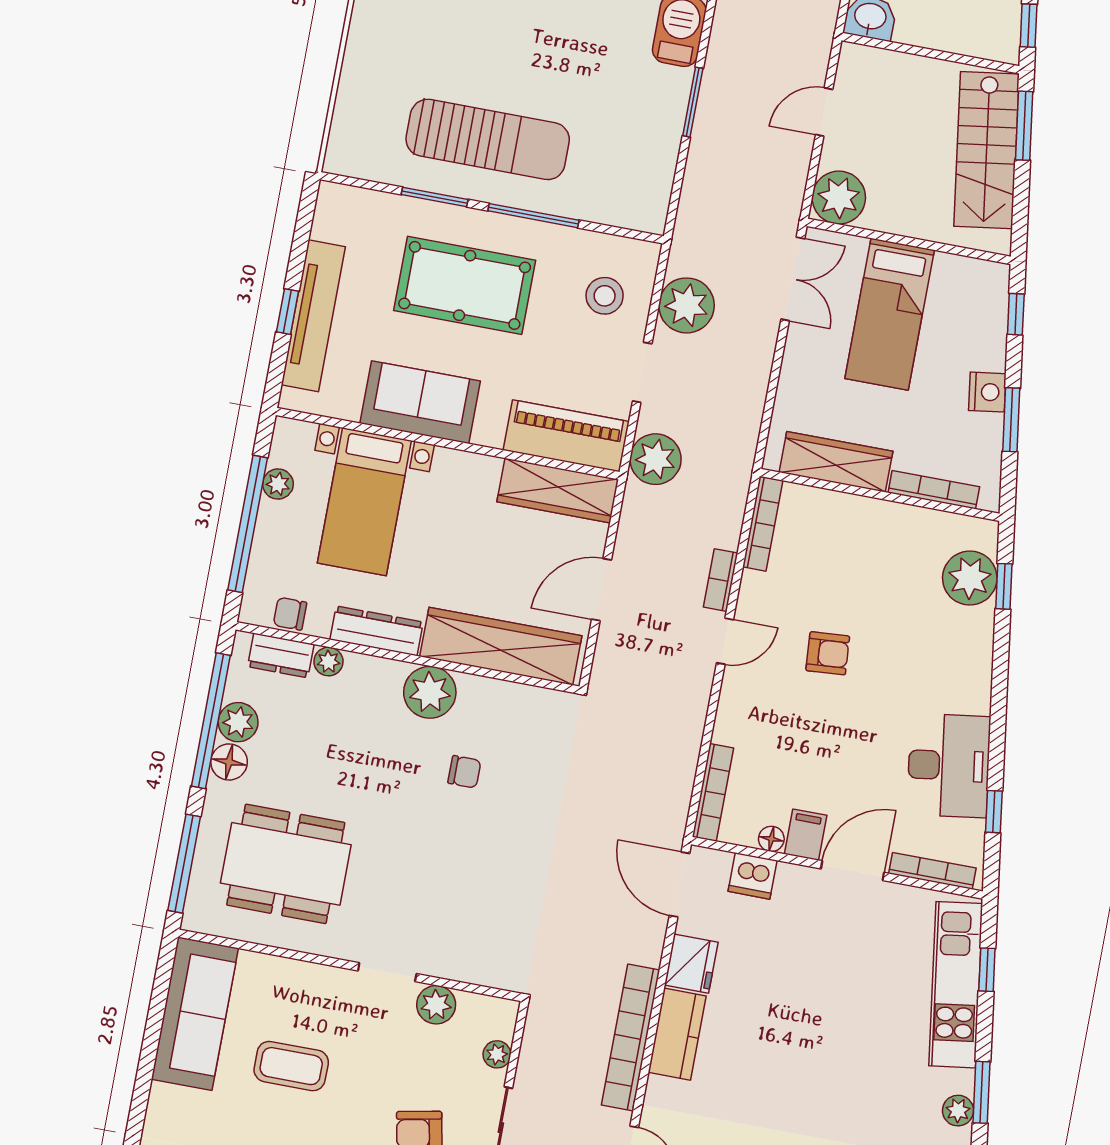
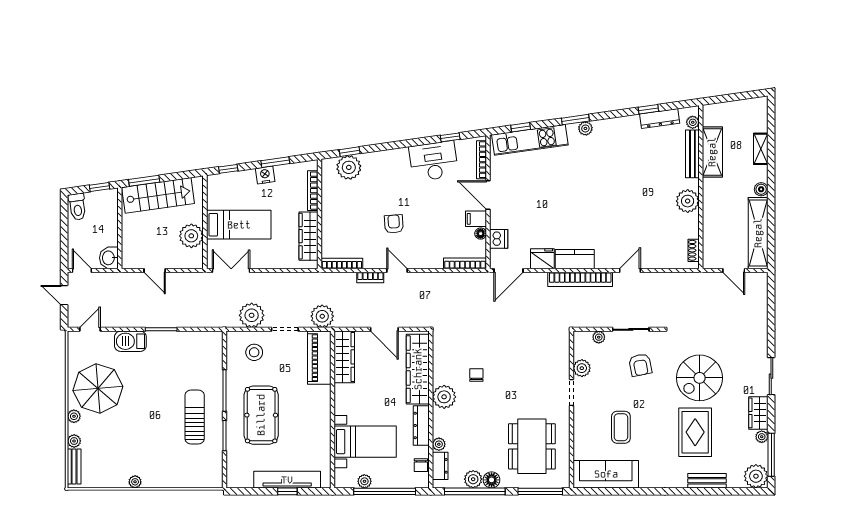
sun lounger: (488, 139) -> (195, 417), width x0.73, depth x0.75
plant: (839, 198) -> (191, 236), moved
sofa: (420, 402) -> (316, 425), removed

